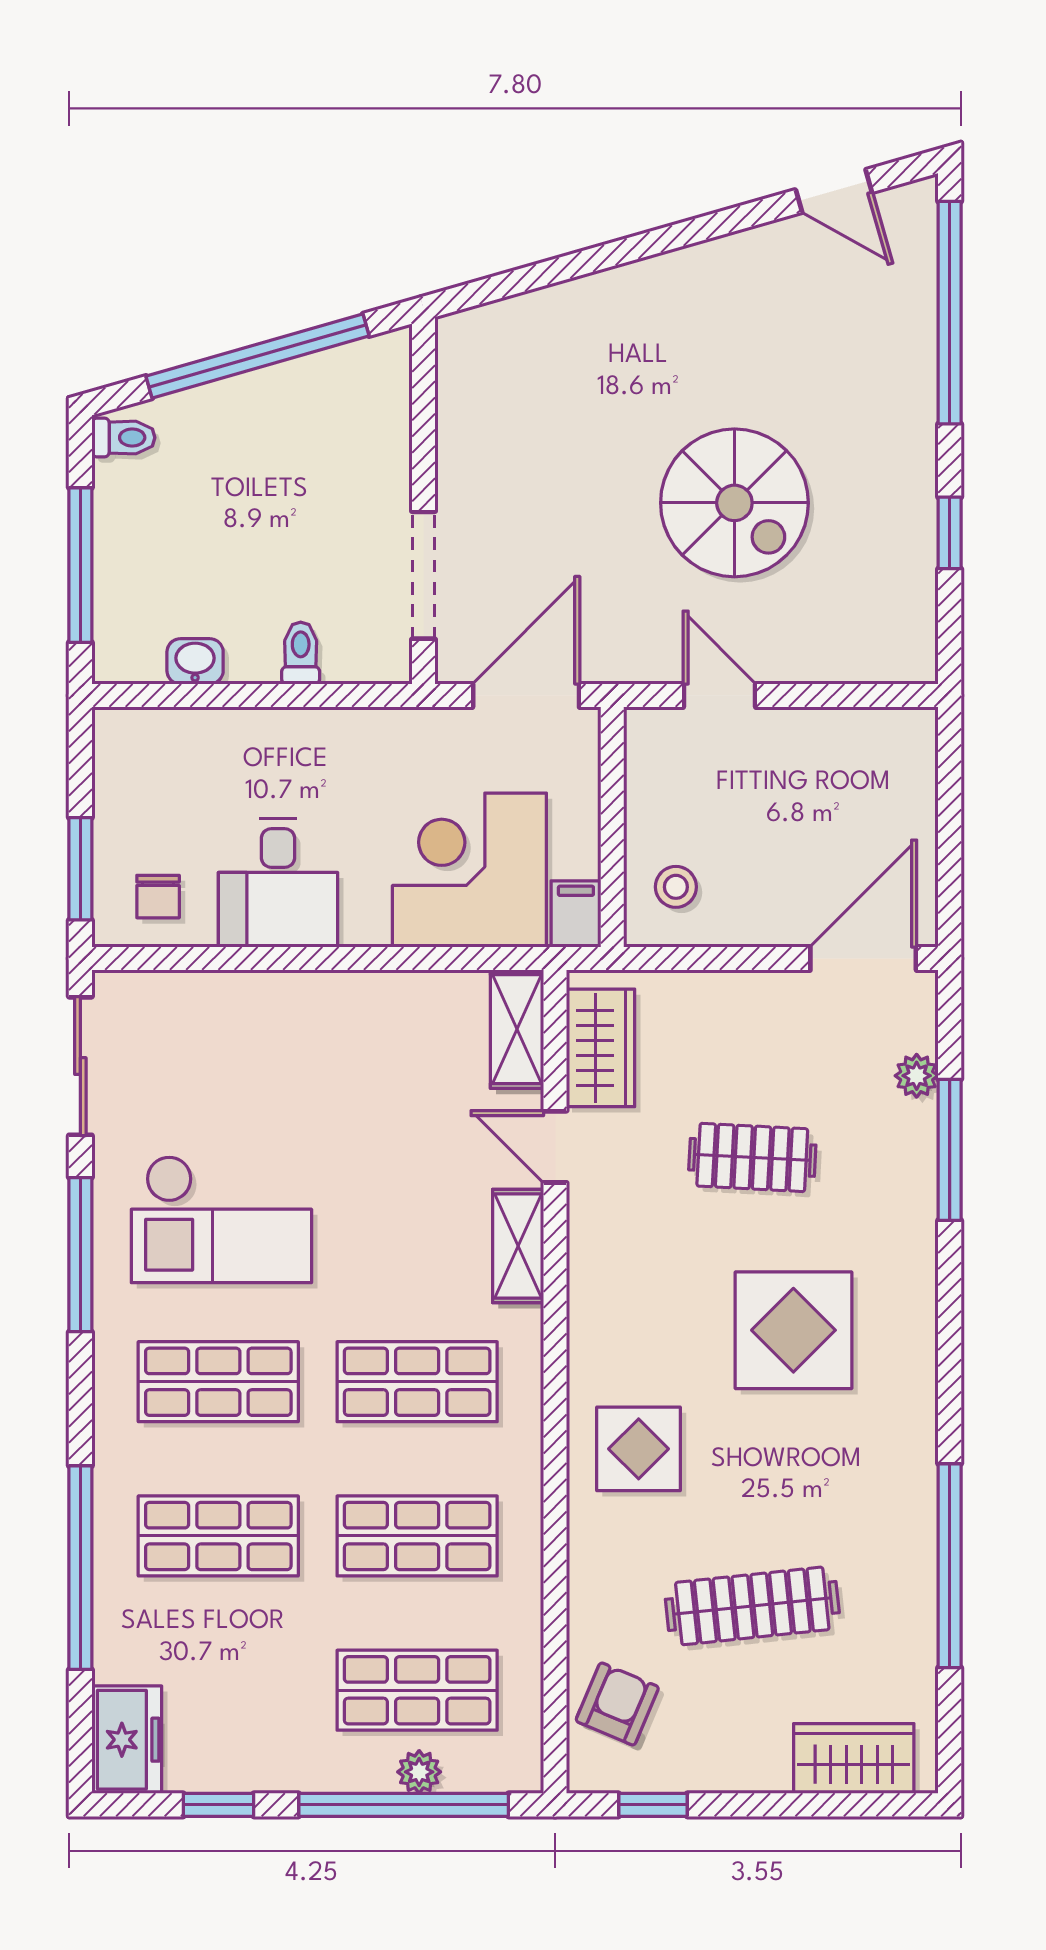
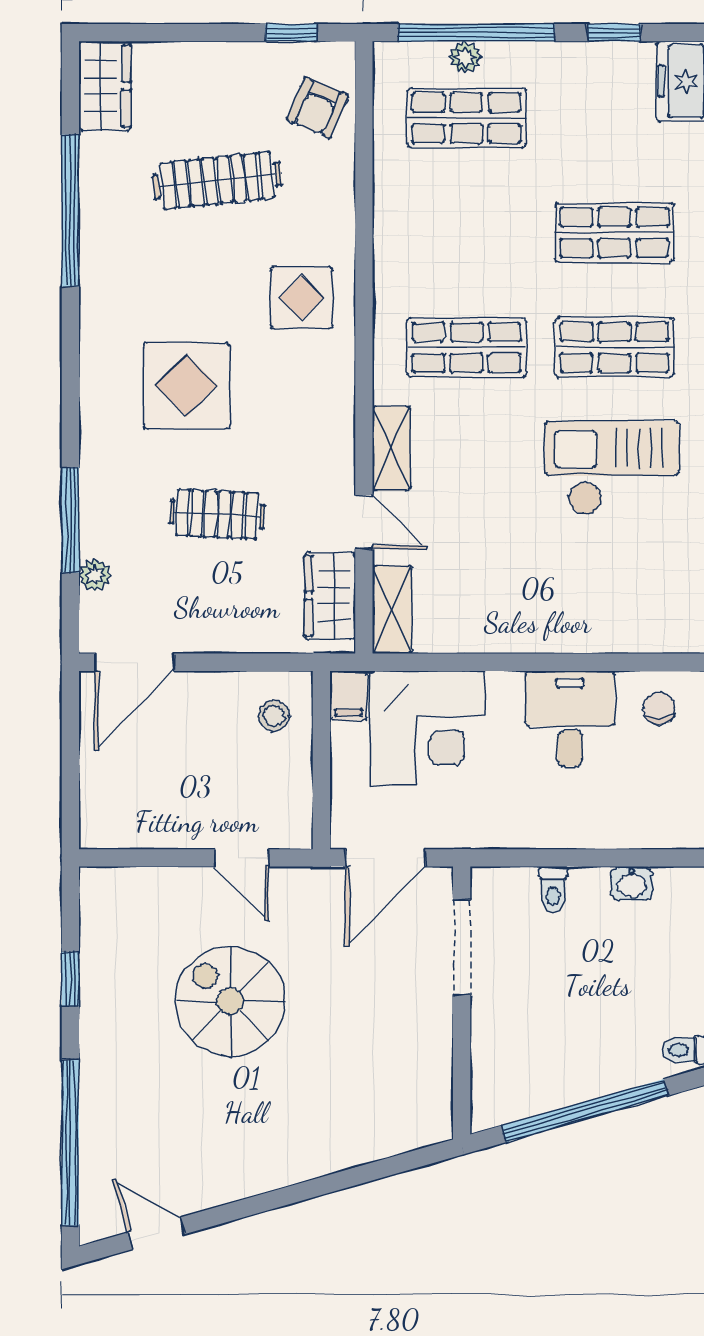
shop shelf: (417, 1536) -> (466, 233), removed
wardrobe: (854, 1759) -> (105, 86), moved, turned -90

